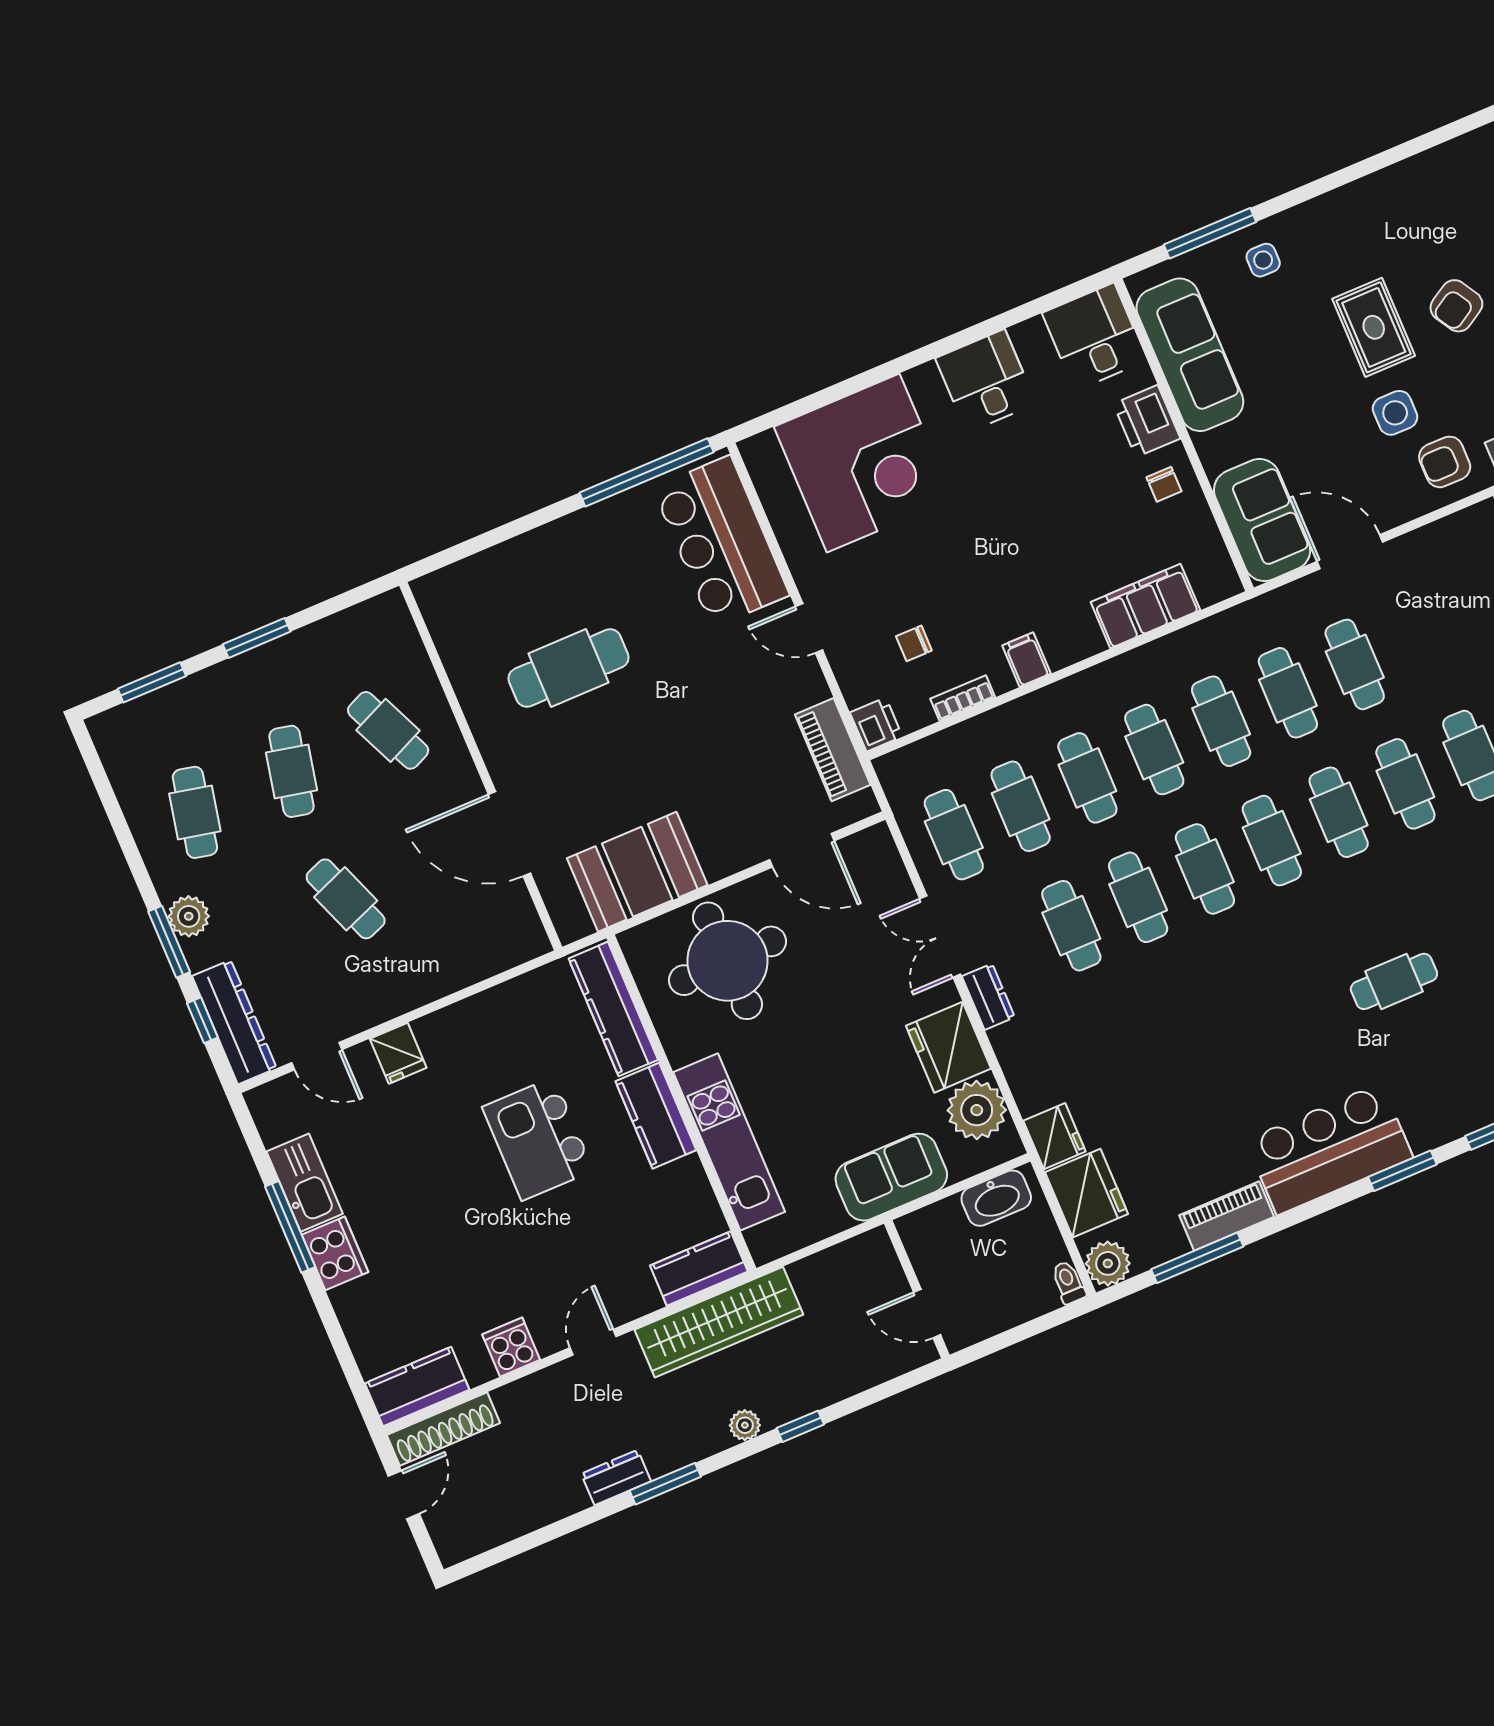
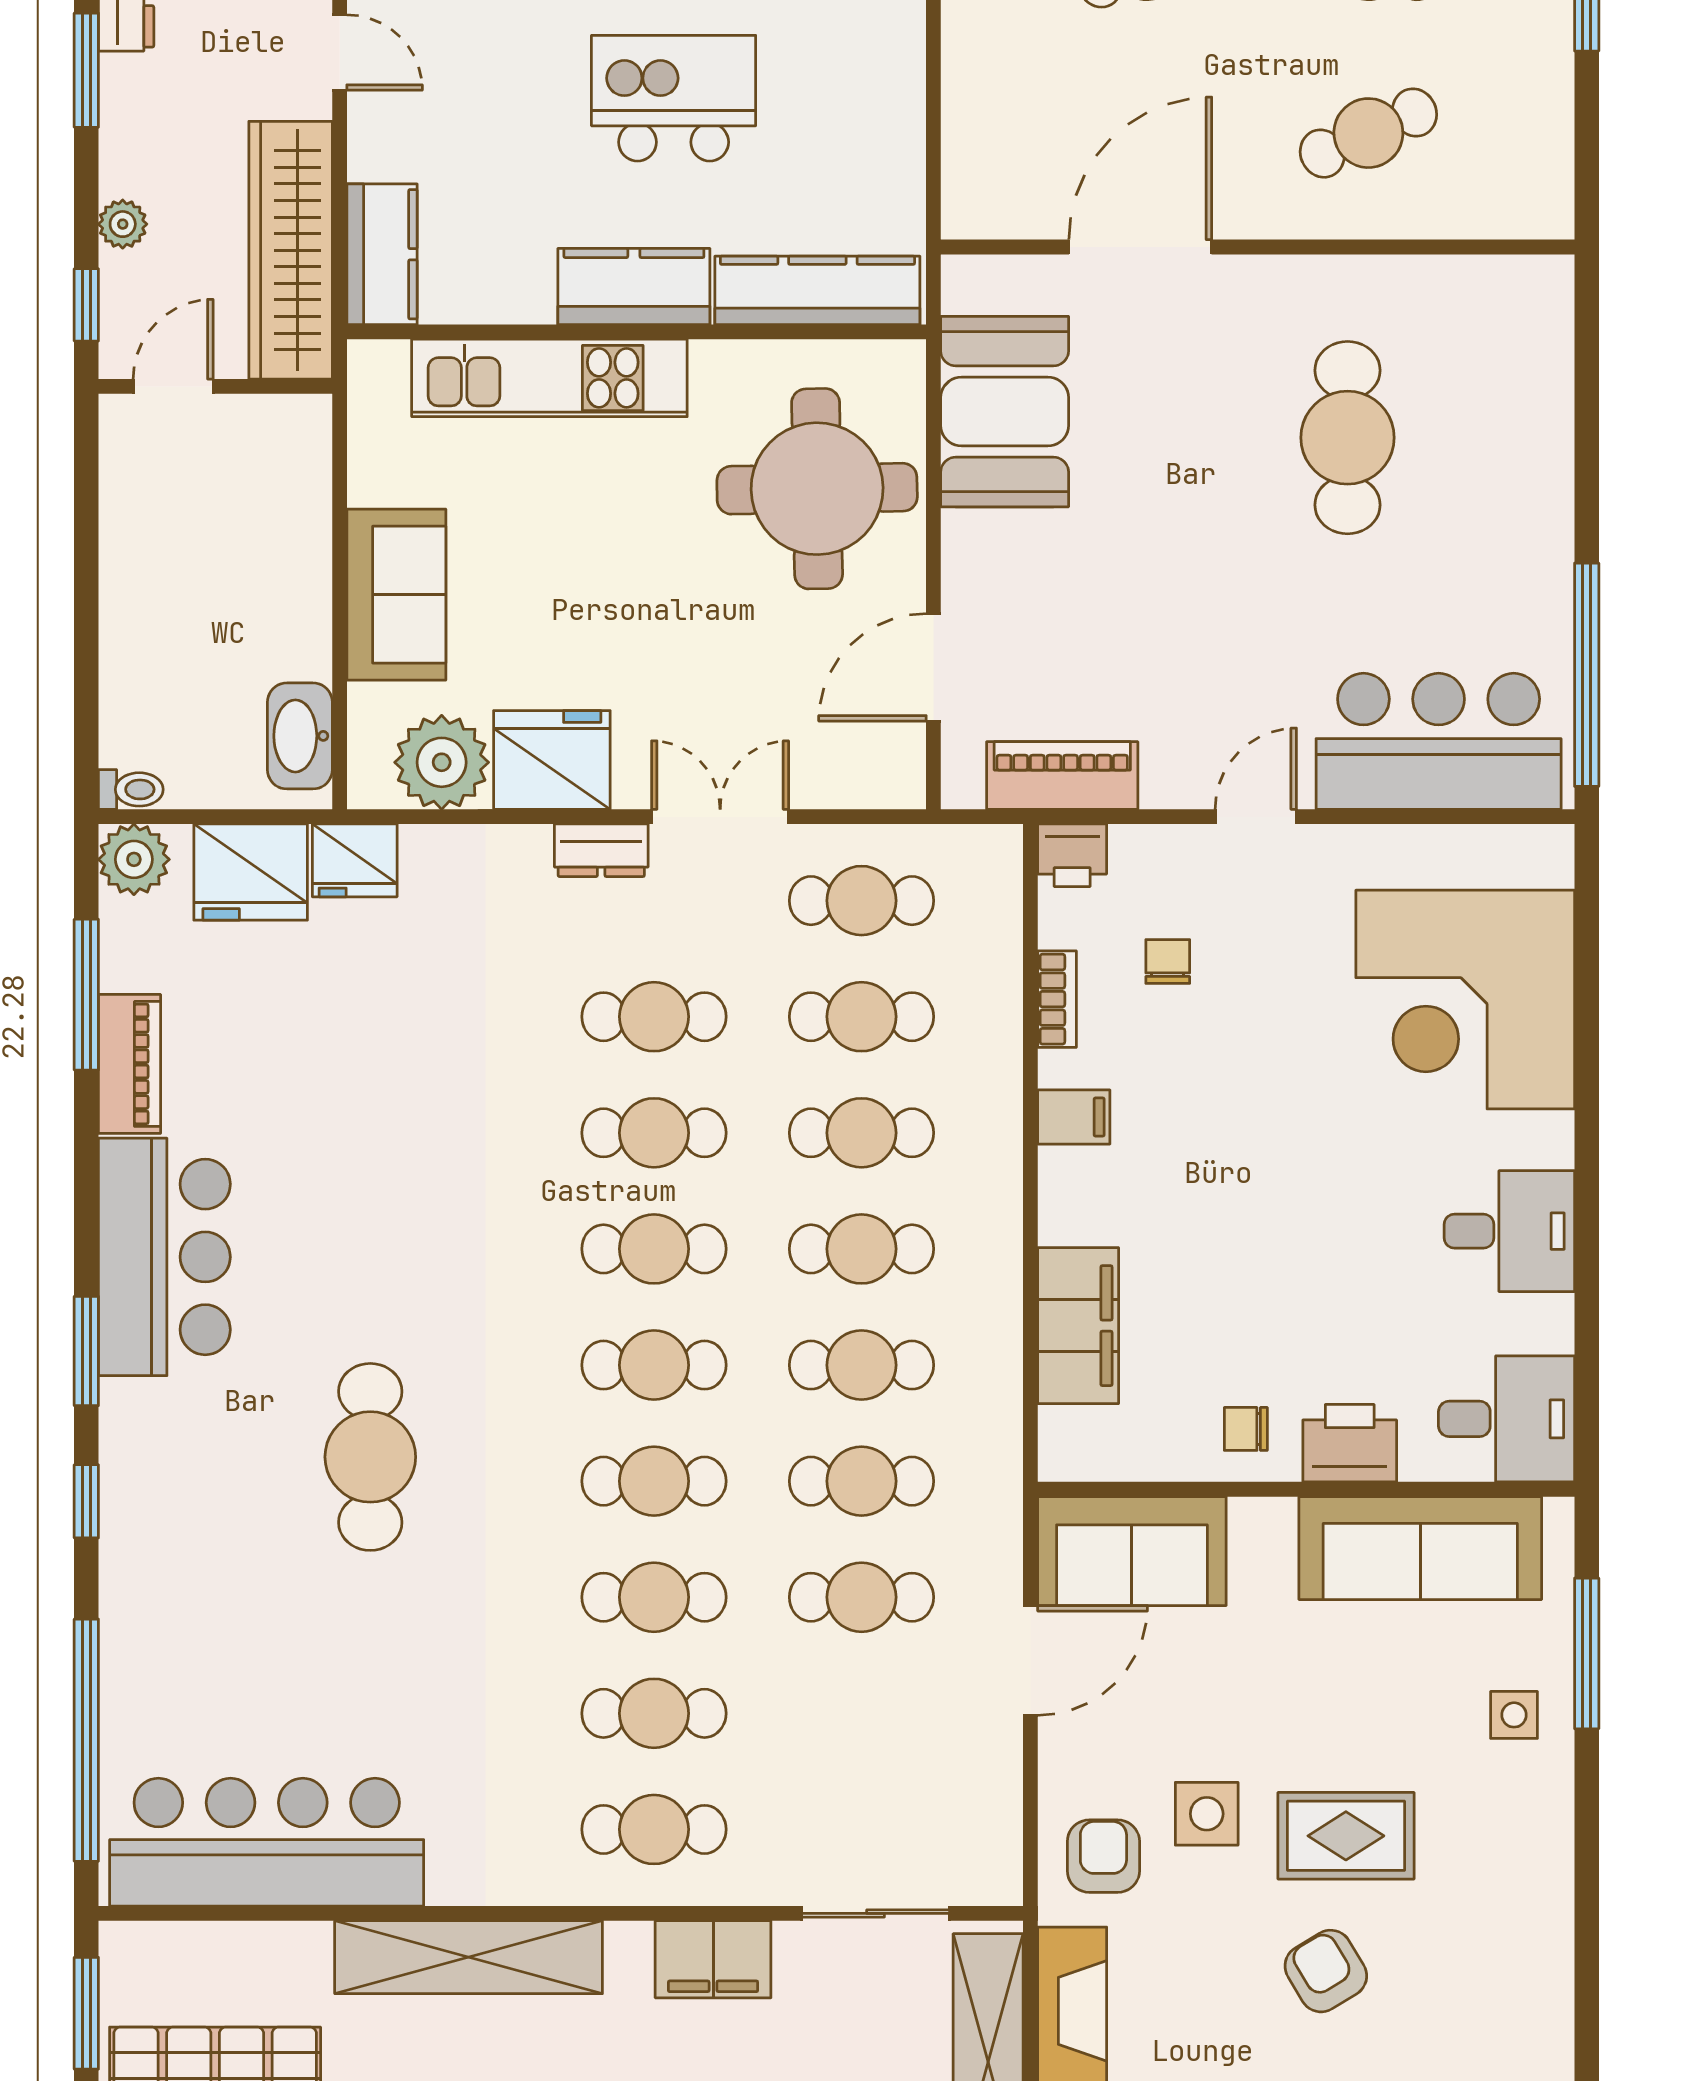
cafe table: (1394, 981) -> (370, 1457), width x1.37, depth x1.35
wall: (917, 1289) -> (215, 386), moved
door: (927, 1314) -> (173, 386), moved

